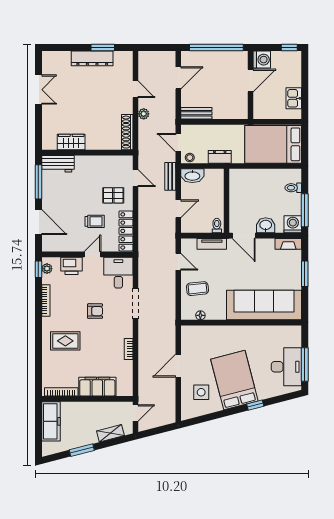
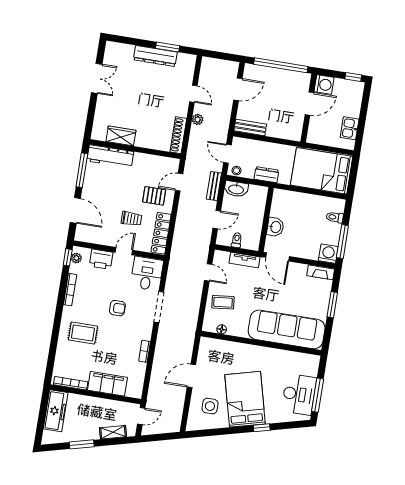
workbench: (58, 164) -> (110, 156), width x1.38
door: (135, 178) -> (179, 182), swing flipped
washbasin: (266, 225) -> (275, 227), moved, turned 90
toilet: (217, 226) -> (237, 240), moved

